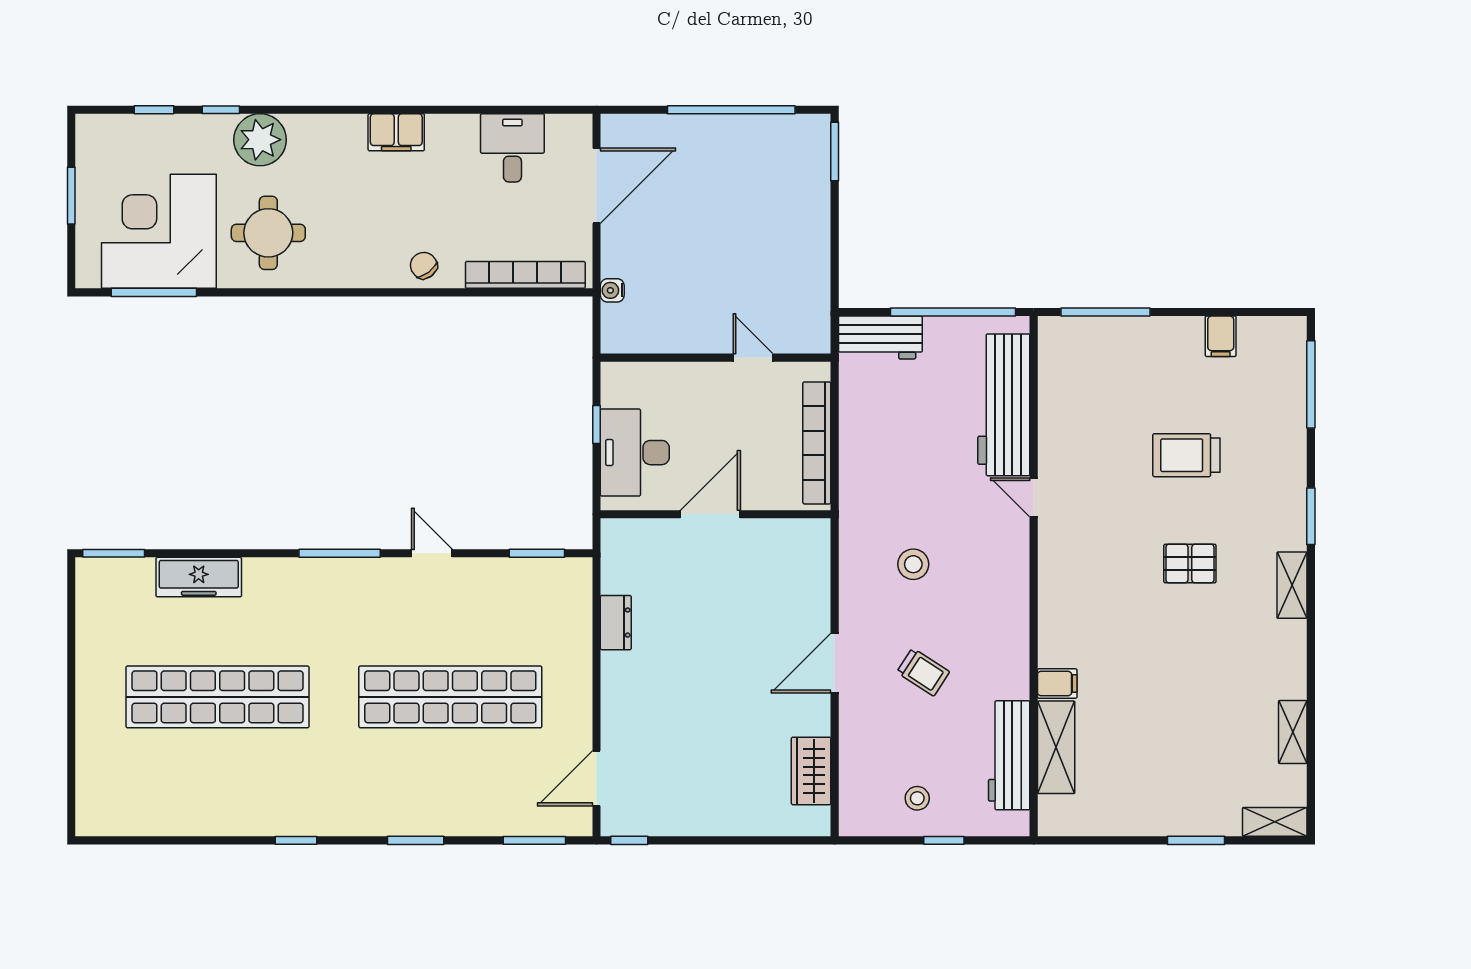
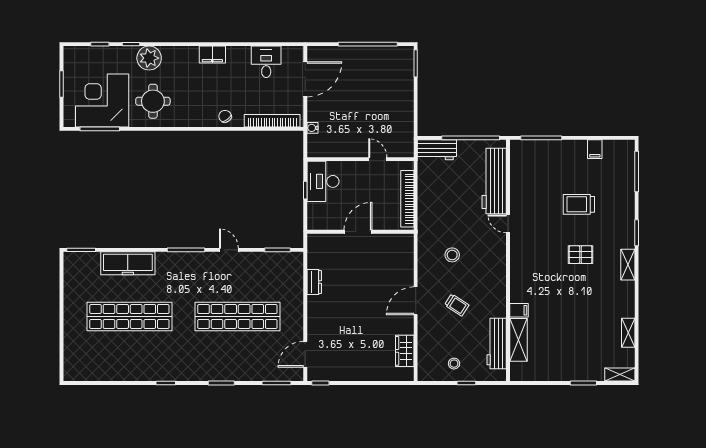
desk: (635, 453) -> (323, 181), moved
freezer: (199, 577) -> (128, 263), width x1.36, depth x1.26

